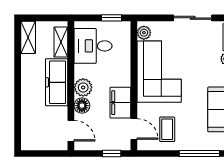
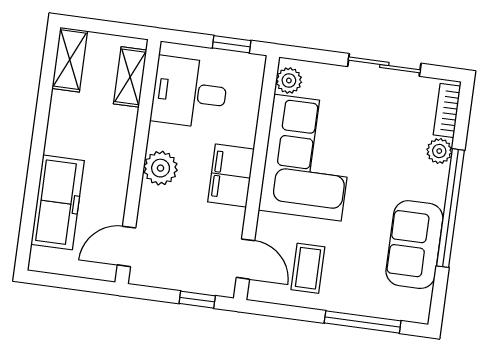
freezer: (57, 82) -> (58, 202), moved, turned 180
filing cabinet: (120, 103) -> (231, 176), moved
floor lamp: (82, 106) -> (154, 202), removed
door: (71, 131) -> (126, 246), swing flipped

